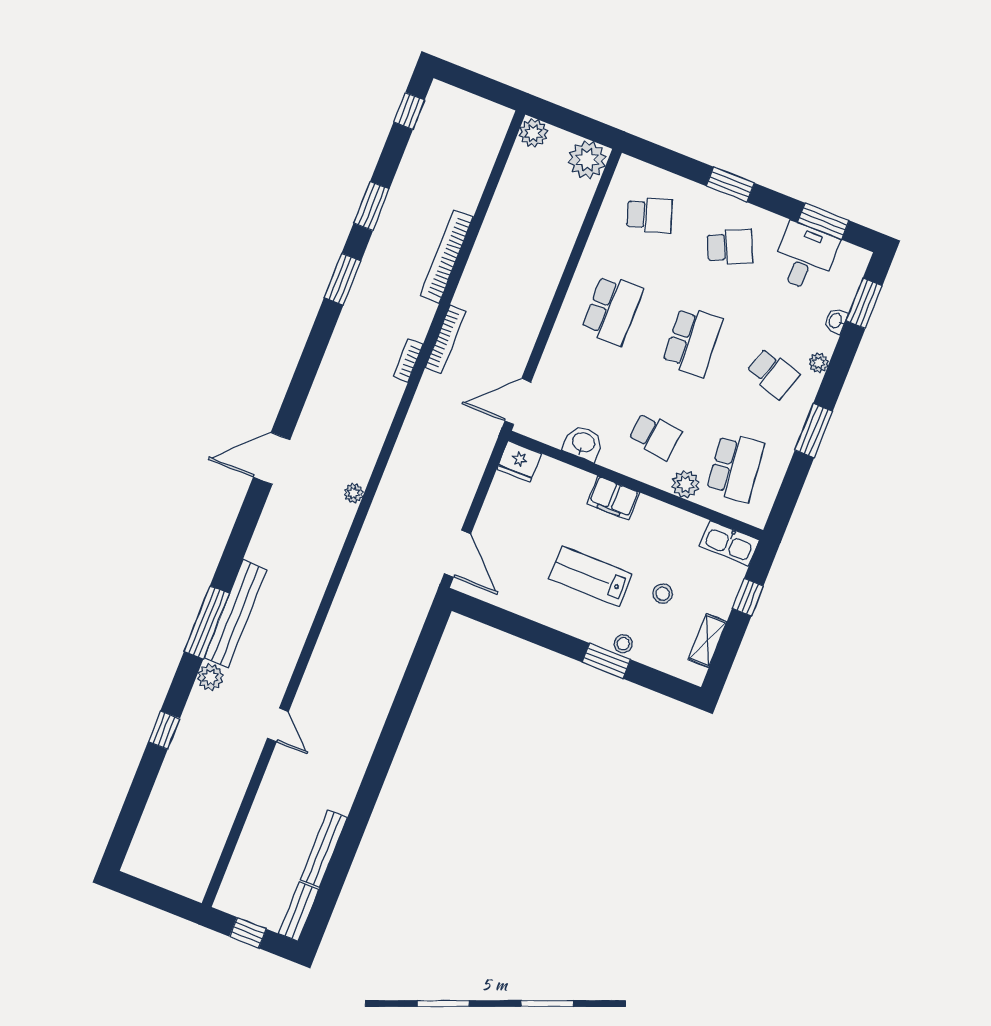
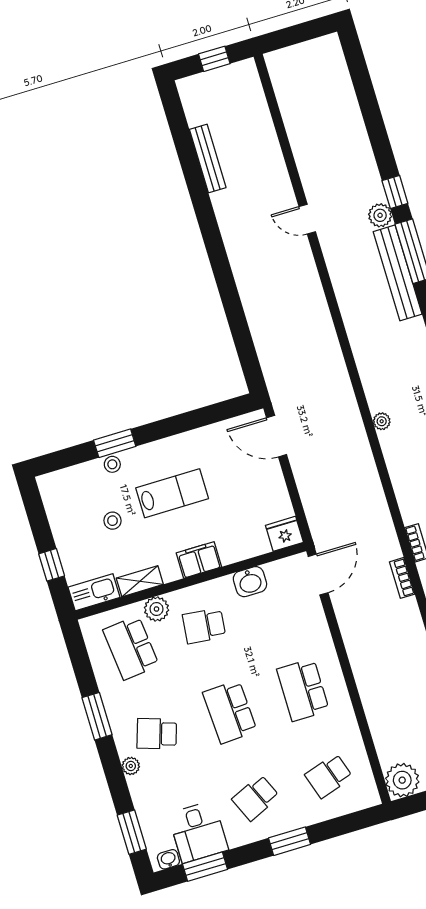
washbasin: (836, 321) -> (168, 859), moved, turned -90
bookcase: (445, 339) -> (402, 578), width x0.64
shelving: (708, 640) -> (140, 581), moved, turned 90
window: (164, 730) -> (395, 192), moved
bench: (299, 912) -> (191, 101), removed

